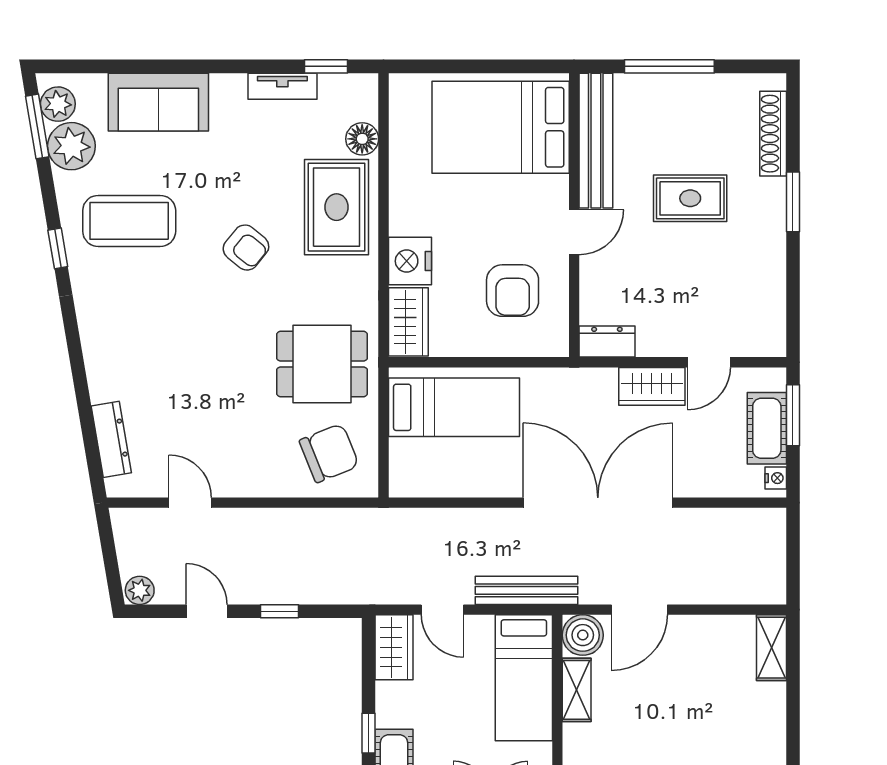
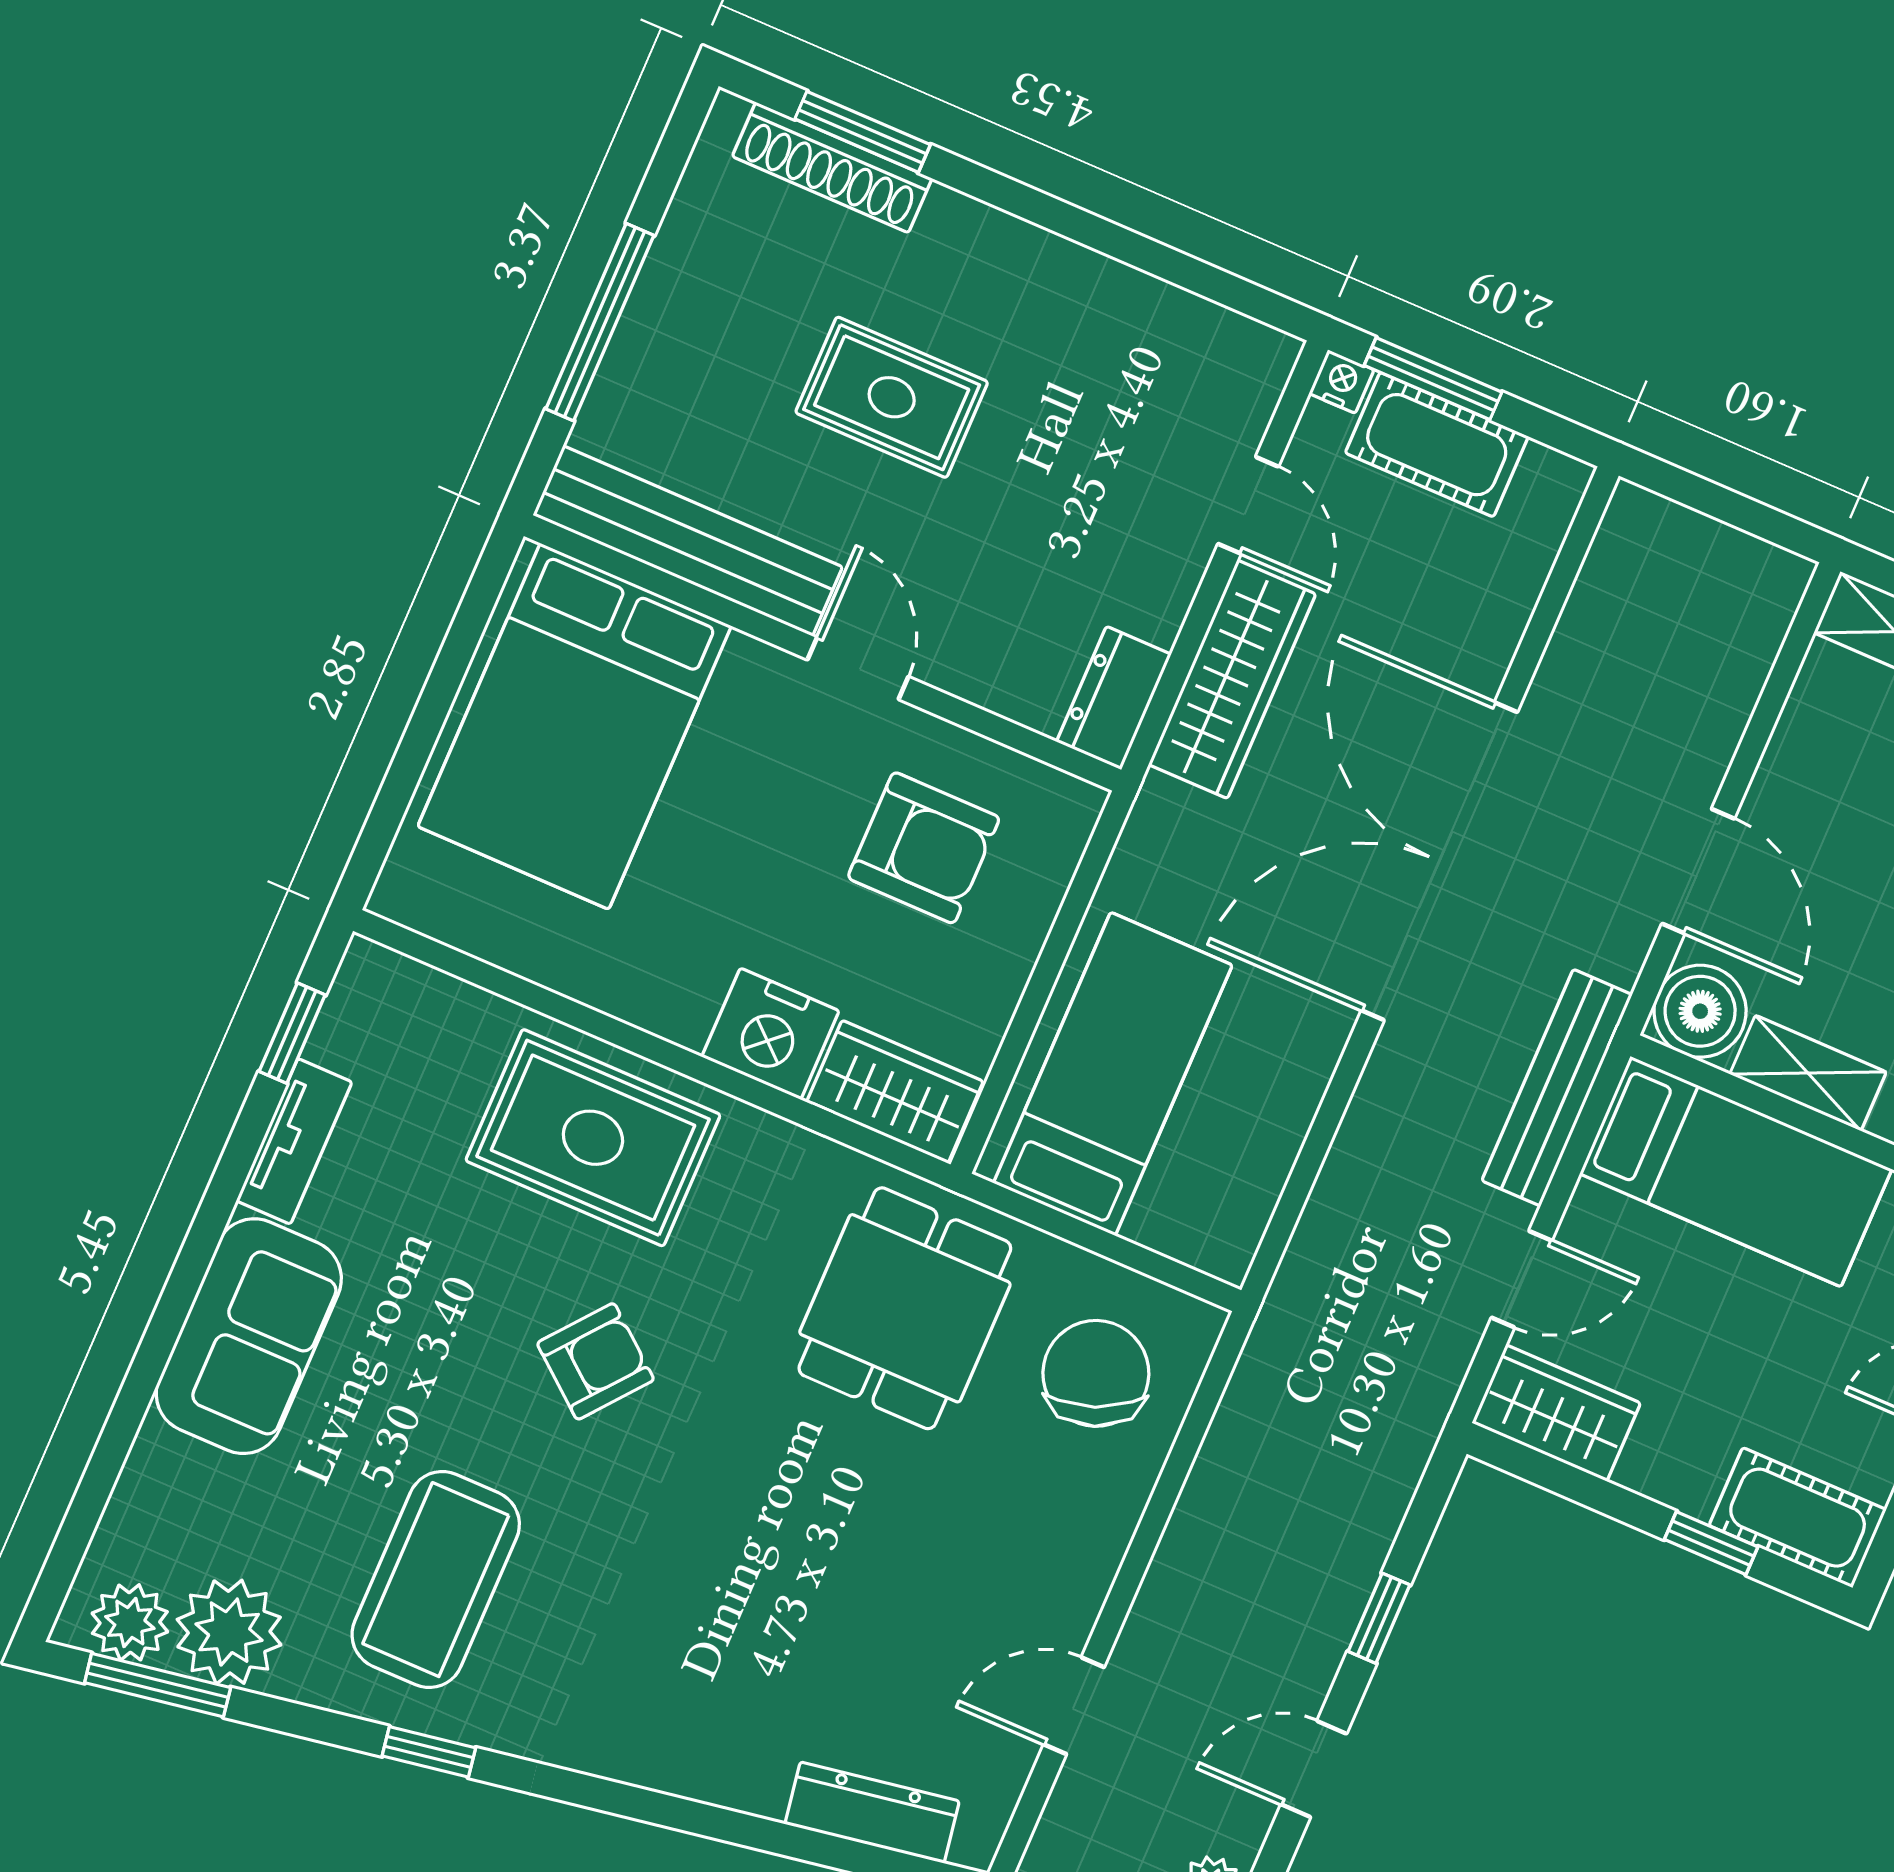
sofa: (158, 102) -> (249, 1336), moved
floor lamp: (362, 139) -> (475, 1023), removed
rug: (690, 198) -> (892, 397), turned 90
window: (793, 202) -> (863, 132), moved
wardrobe: (652, 386) -> (1232, 679), width x1.50
nightstand: (776, 478) -> (1342, 382), moved

